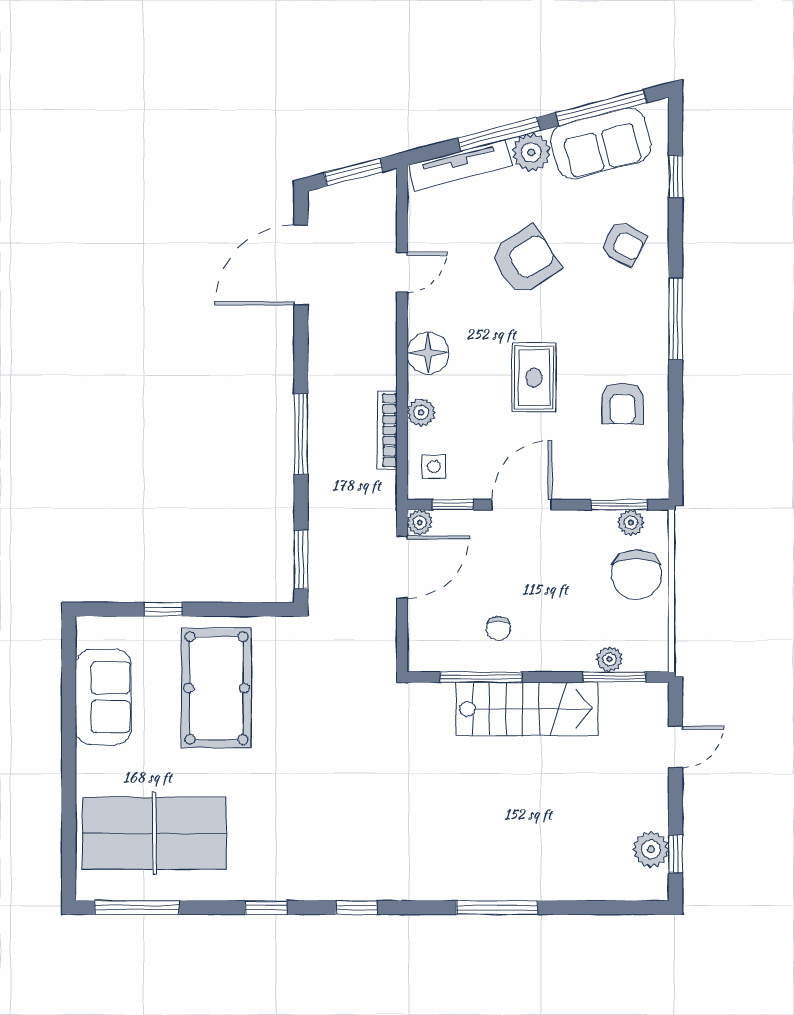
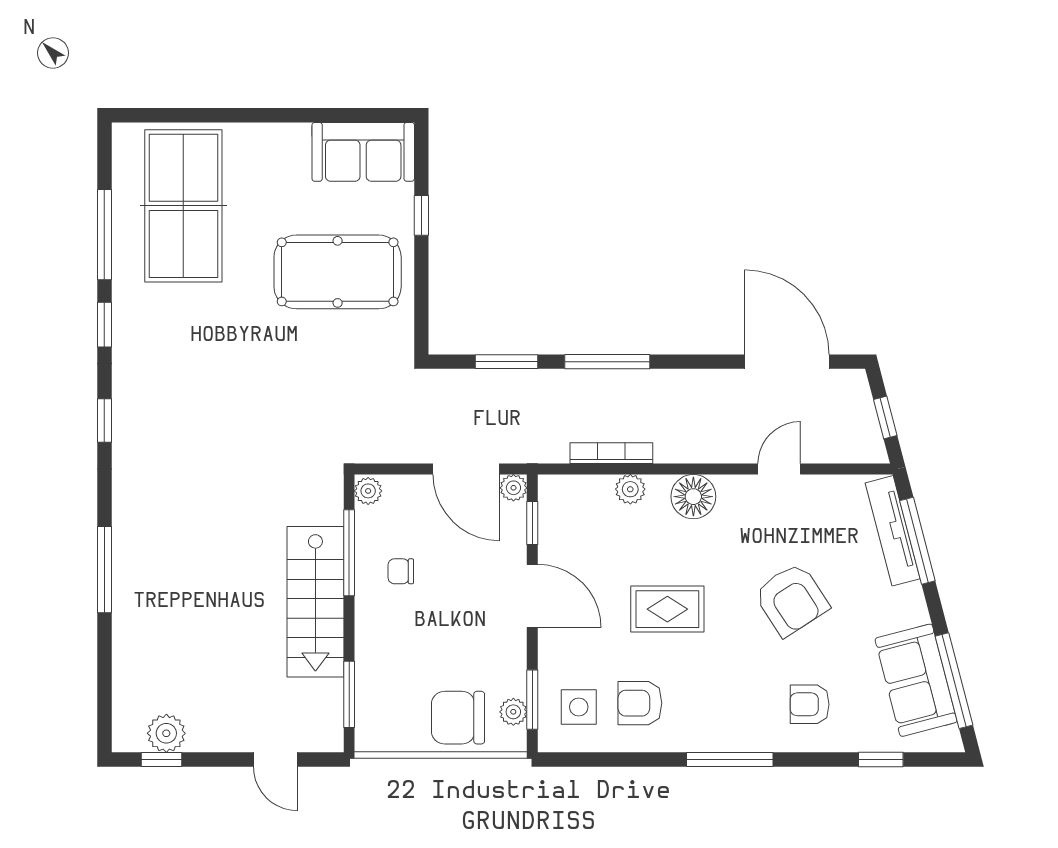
window: (499, 134) -> (917, 541), moved
plant: (531, 152) -> (906, 606), removed
window: (353, 172) -> (885, 417), width x0.67
armchair: (624, 244) -> (810, 704), turned 63
door: (402, 272) -> (779, 469), swing flipped
side table: (434, 467) -> (579, 707), moved, width x1.37, depth x1.37
window: (301, 560) -> (506, 362), moved
plant: (610, 659) -> (368, 491), moved
sofa: (103, 697) -> (363, 152), moved
window: (137, 908) -> (104, 235), moved

